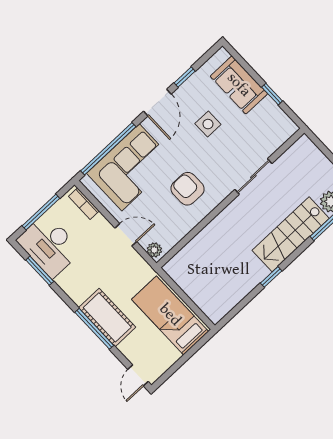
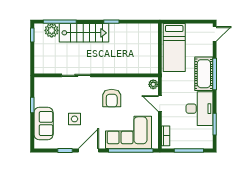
desk: (49, 245) -> (199, 109), moved

